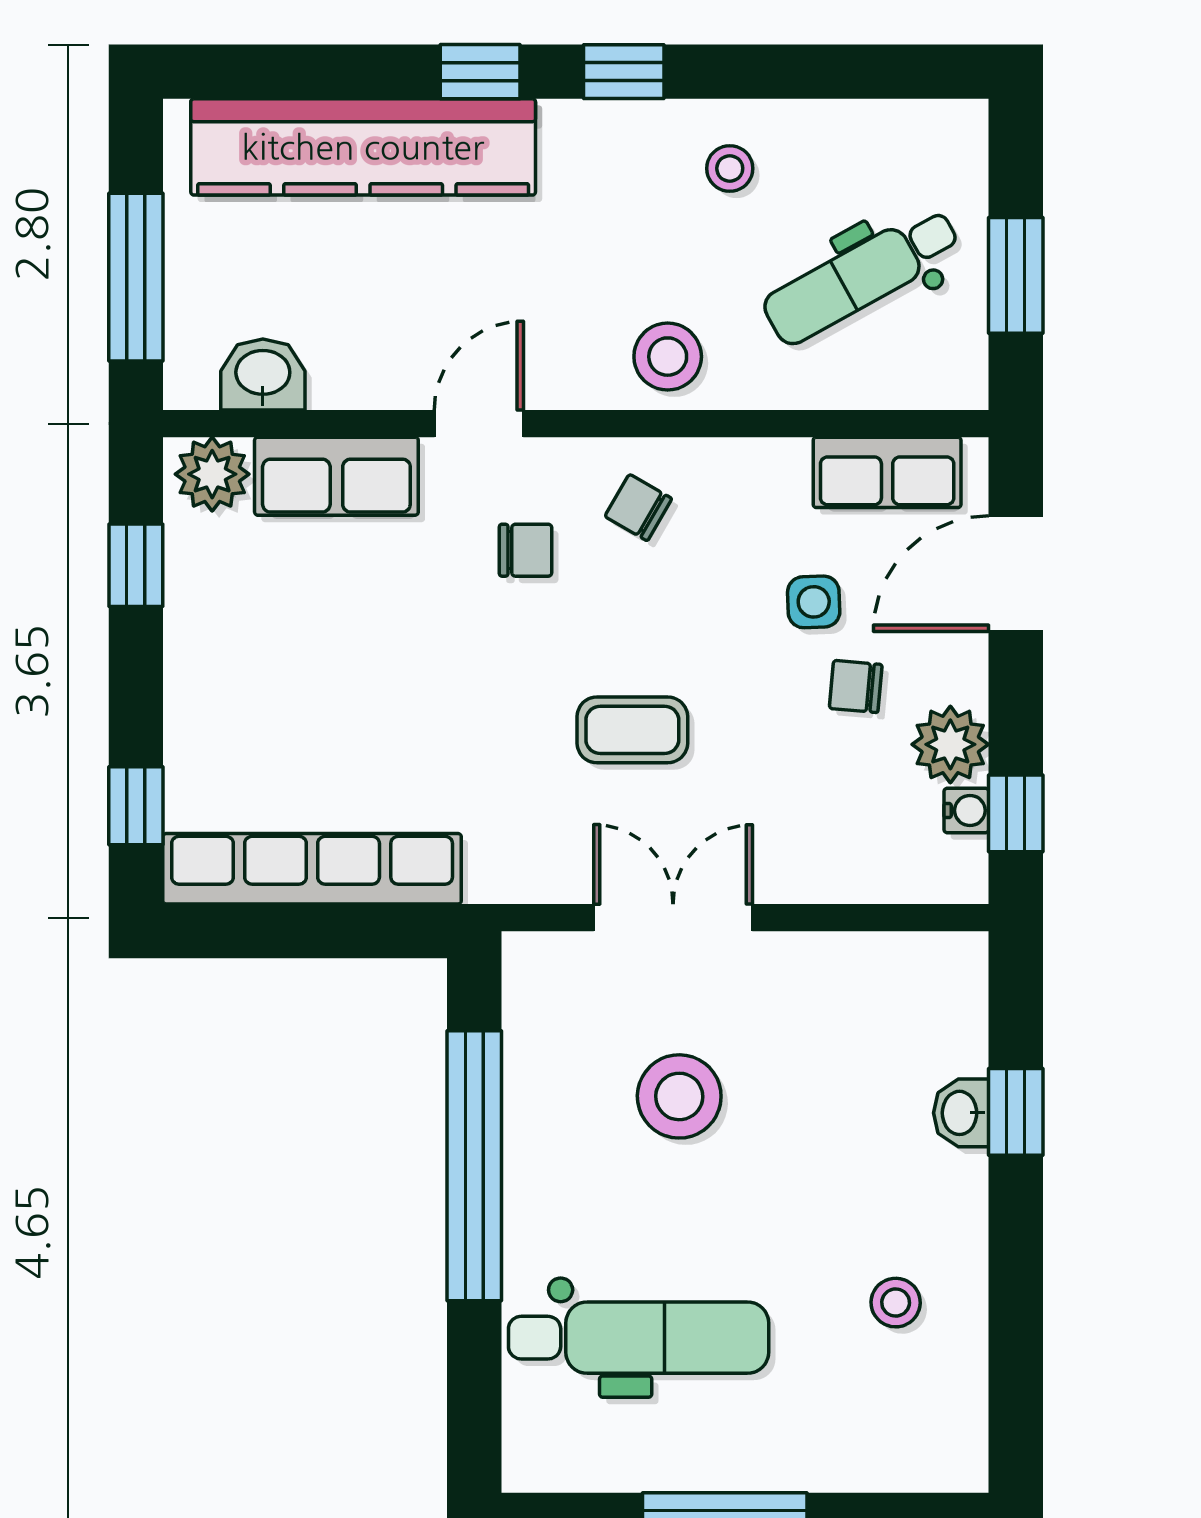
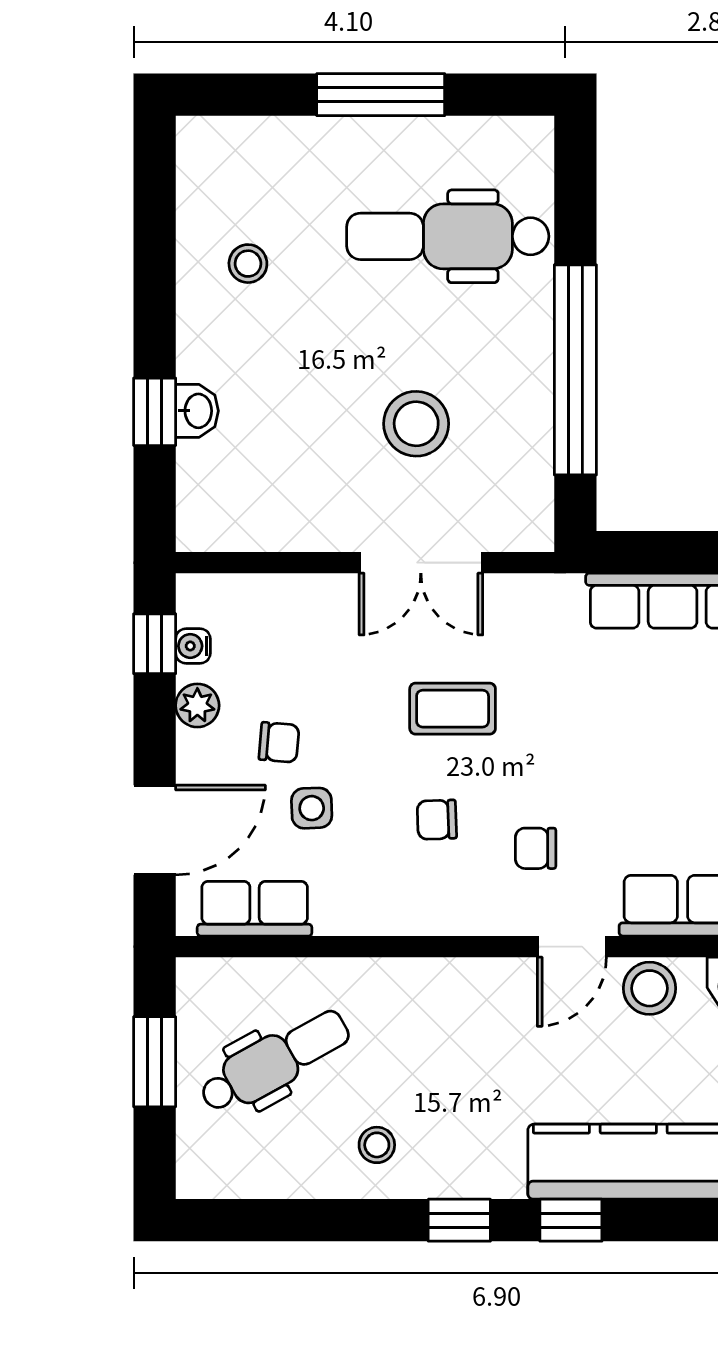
stool: (668, 357) -> (649, 988), moved
chair: (638, 508) -> (437, 820), moved, turned 148
plant: (950, 744) -> (197, 705), width x0.73, depth x0.73

